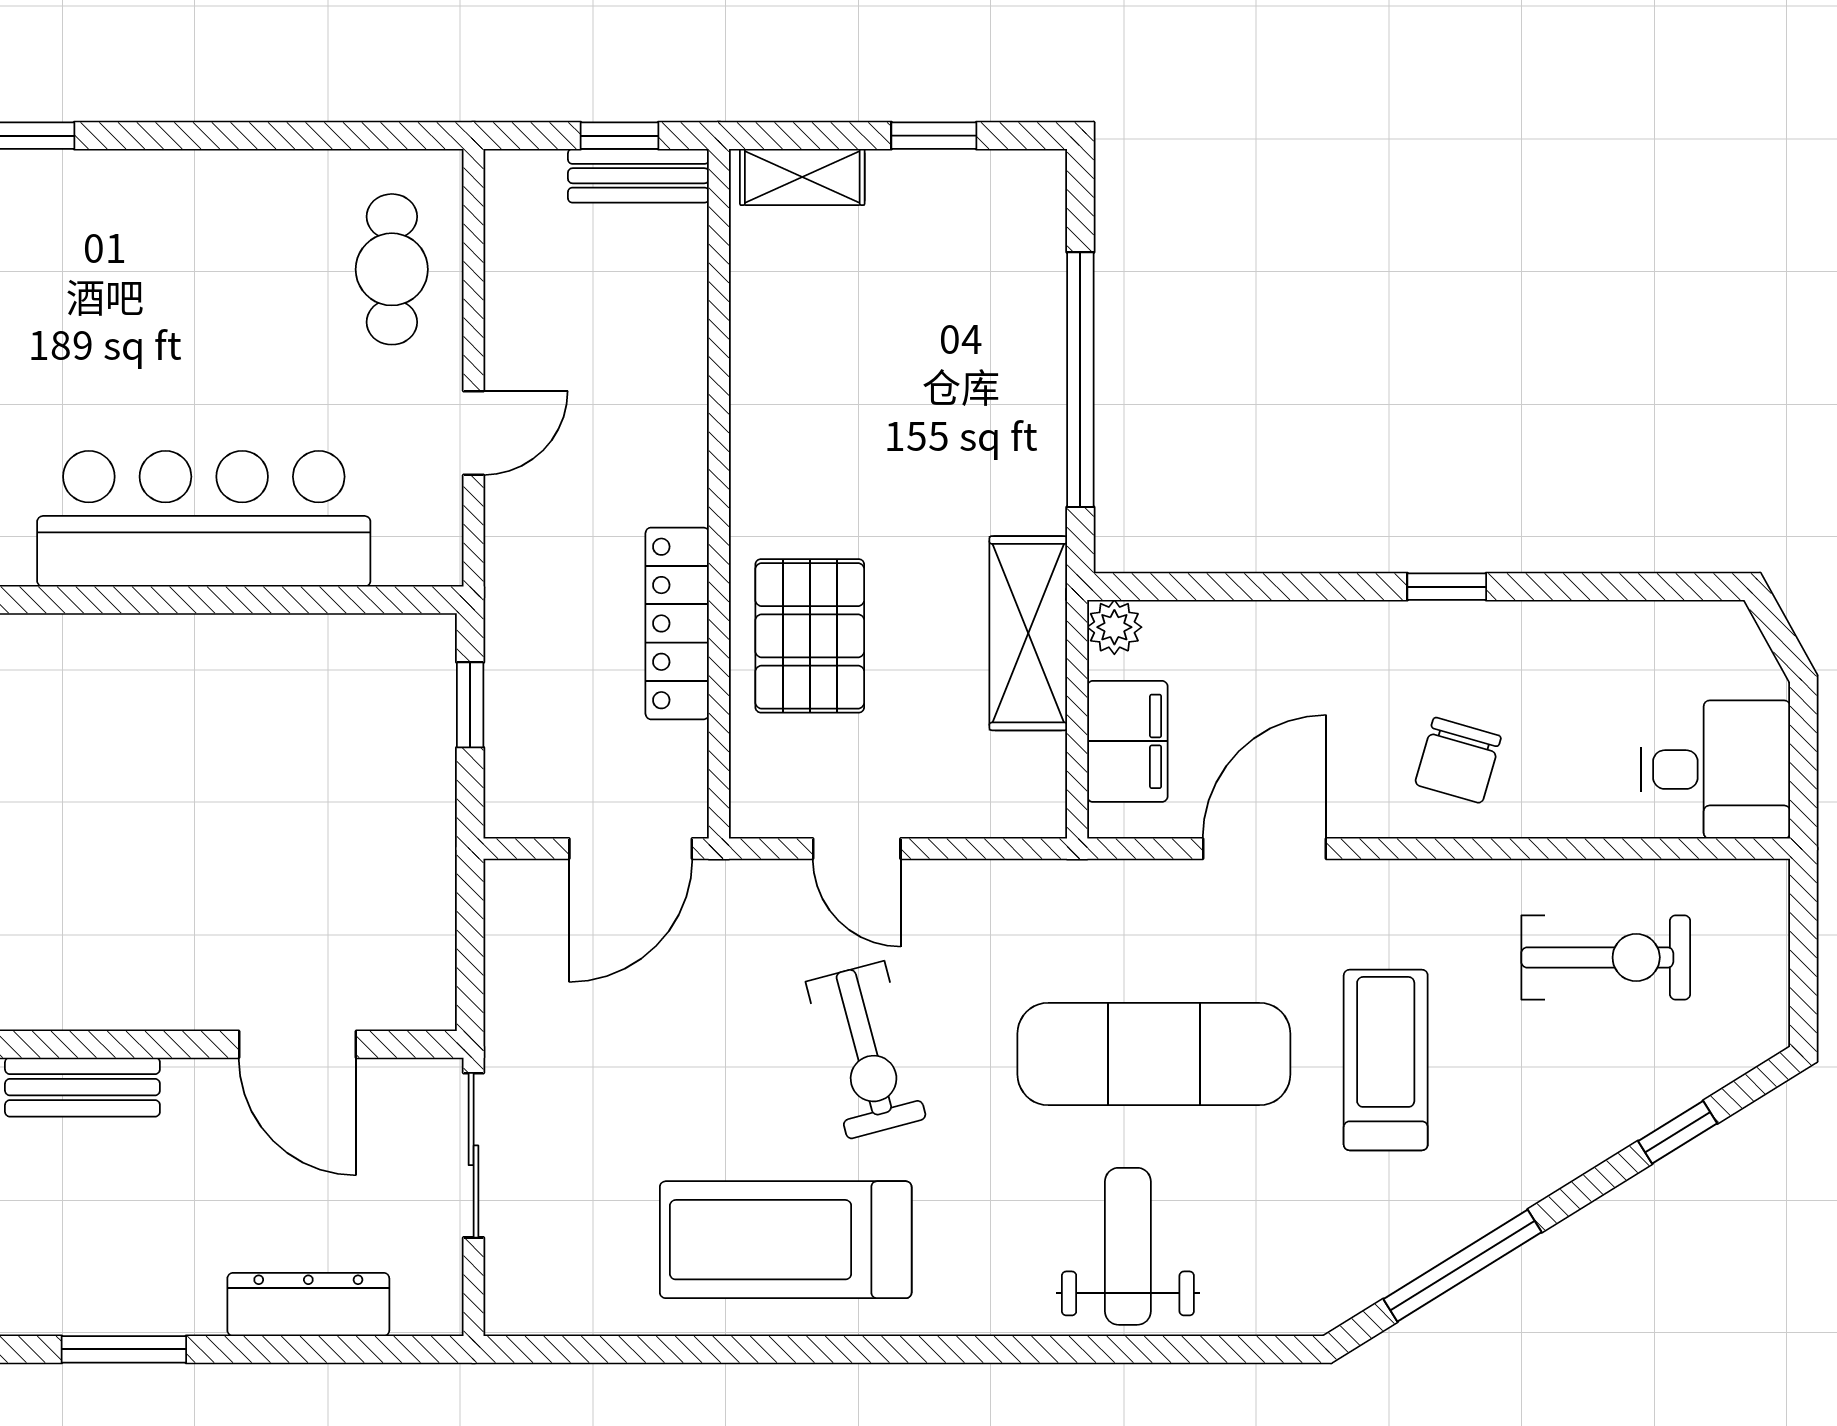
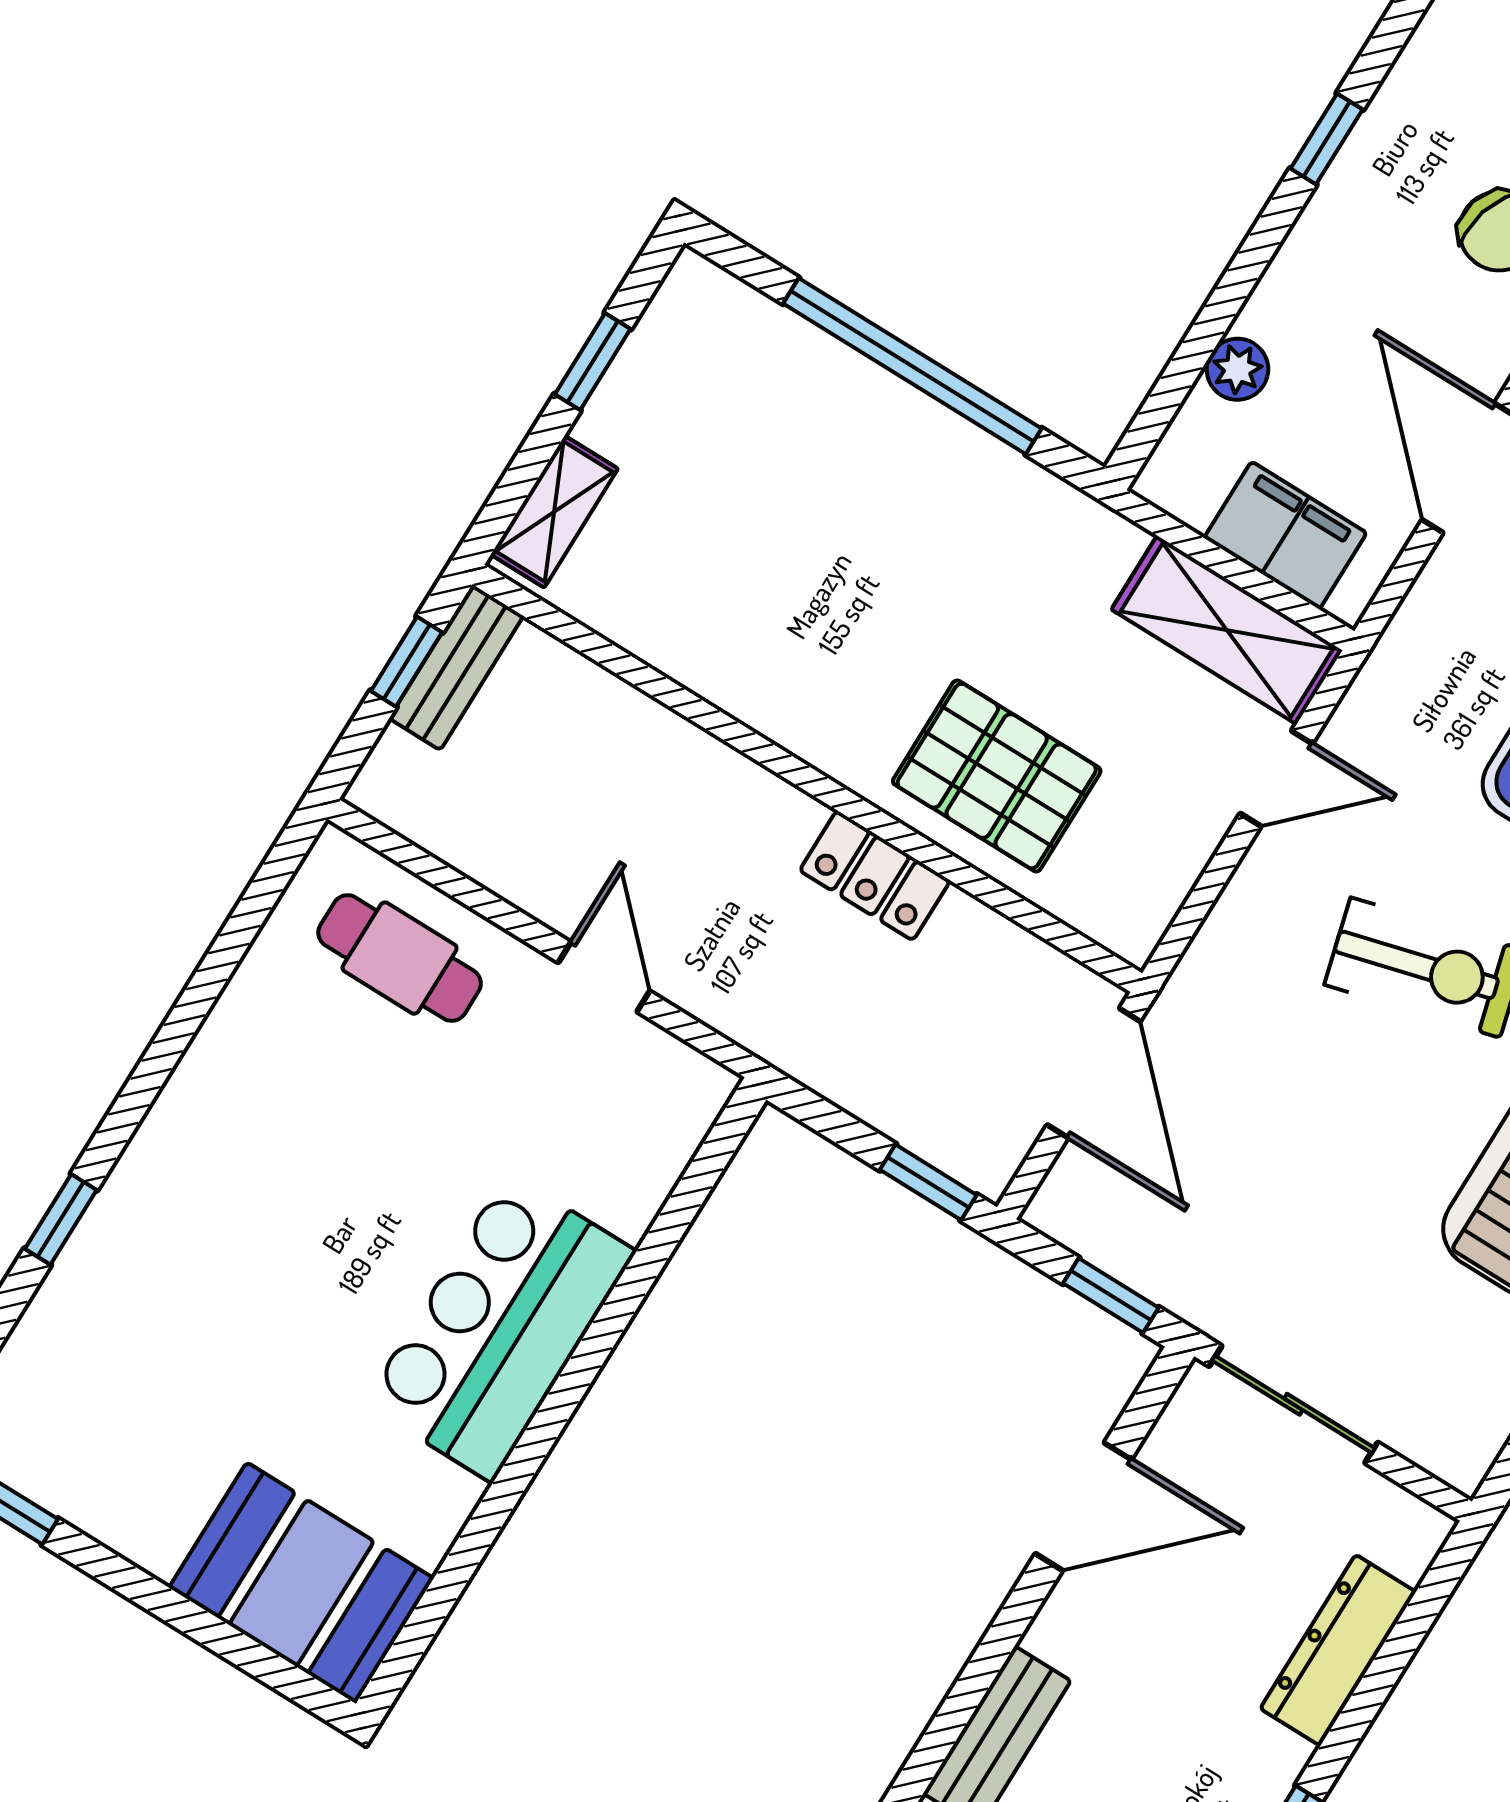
bar counter: (204, 519) -> (500, 1327), width x0.73
locker: (677, 623) -> (875, 876), width x0.66
plant: (1114, 627) -> (1237, 369), moved
shelving: (1028, 633) -> (1227, 630), moved
window: (470, 705) -> (928, 1182), moved
door: (857, 849) -> (1276, 779), moved
window: (470, 966) -> (1111, 1296), added

